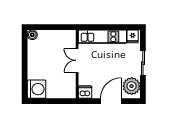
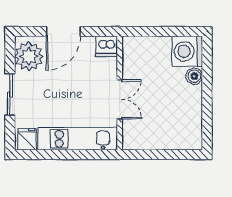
boiler: (32, 35) -> (194, 76), moved

